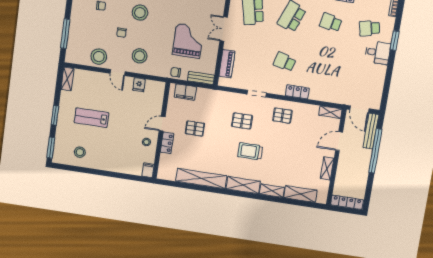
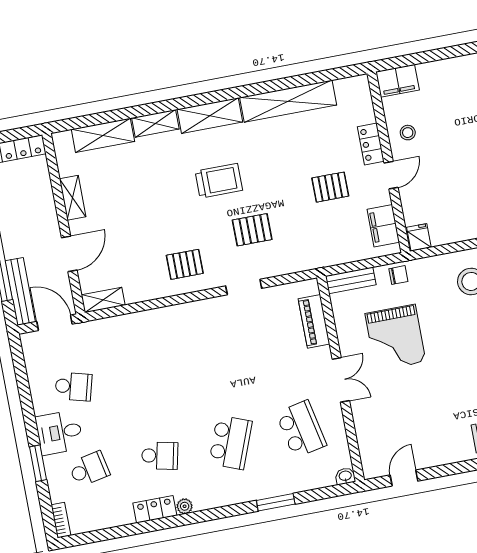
school desk: (285, 62) -> (74, 387), moved
fridge: (139, 85) -> (419, 237), moved
filing cabinet: (185, 92) -> (383, 226), moved, turned -90
locker: (297, 92) -> (174, 315), removed
filing cabinet: (148, 170) -> (397, 81), width x2.00

